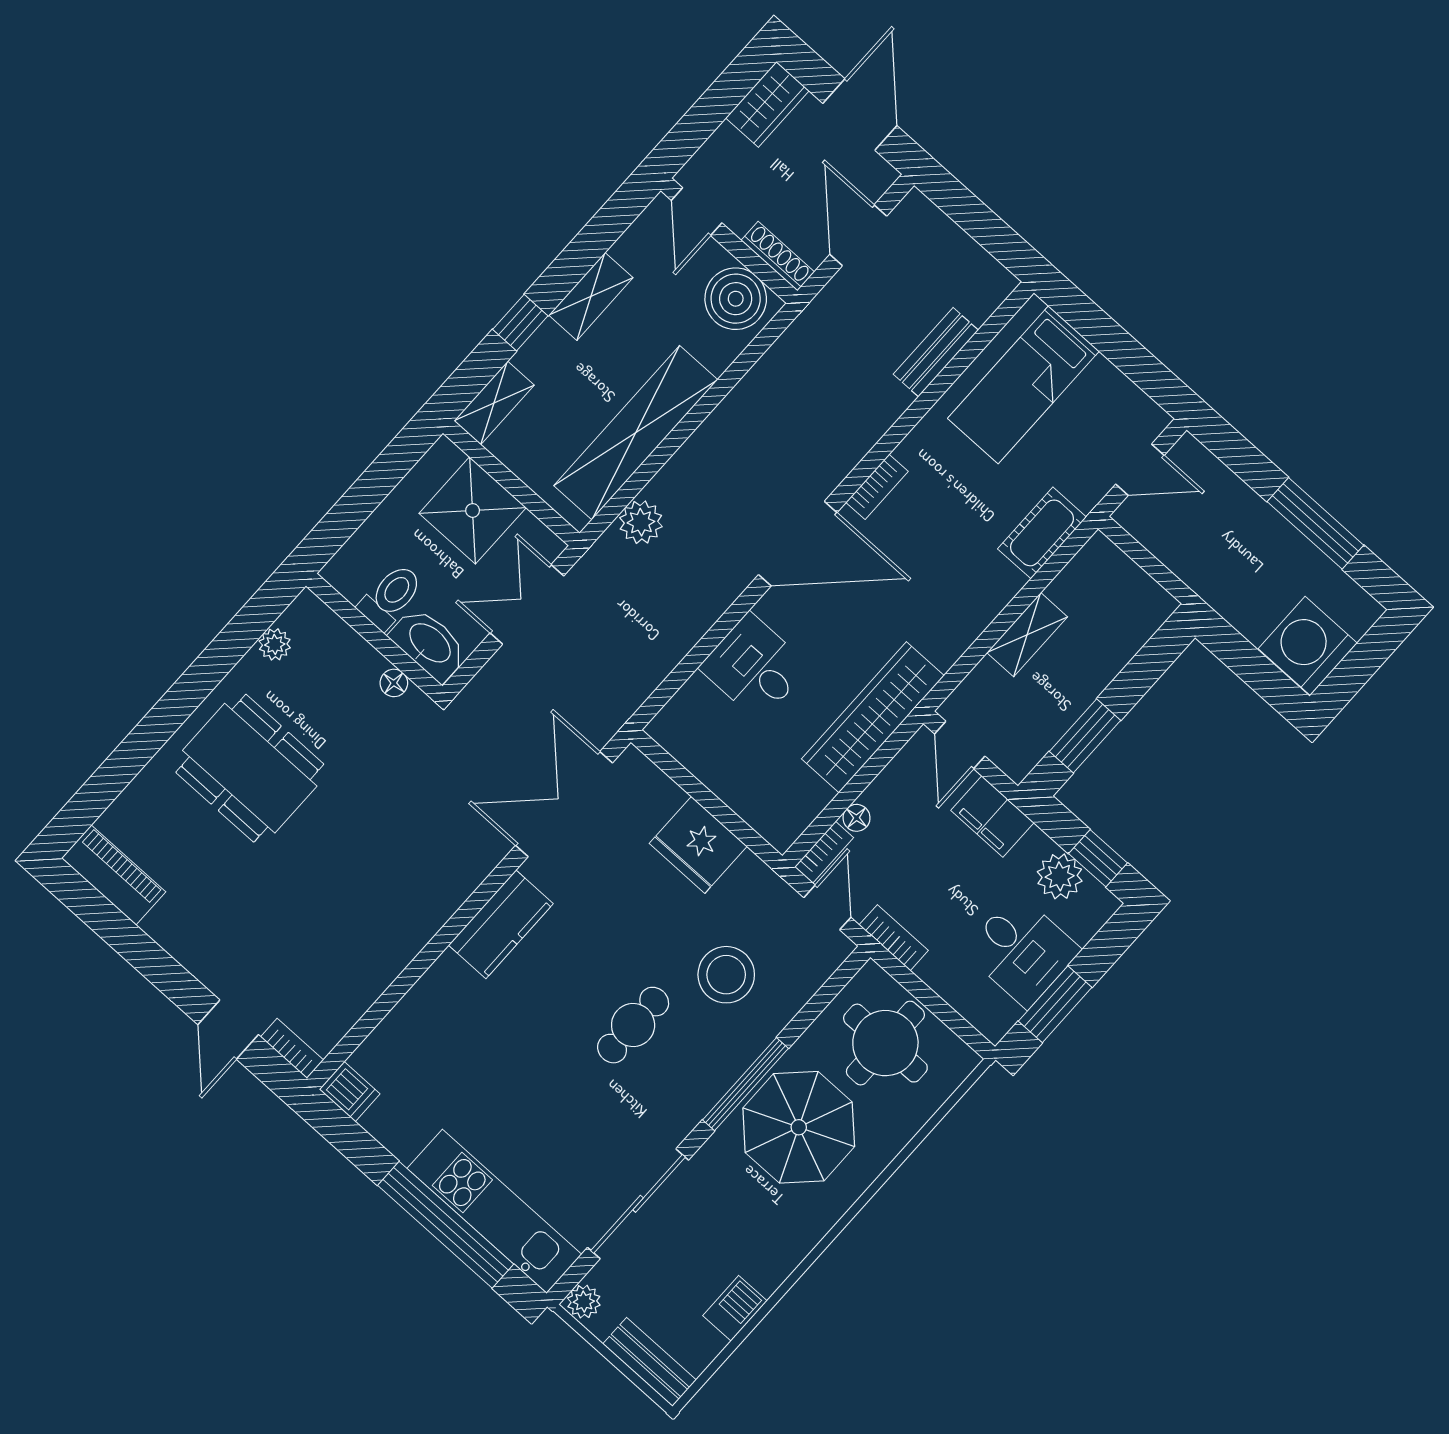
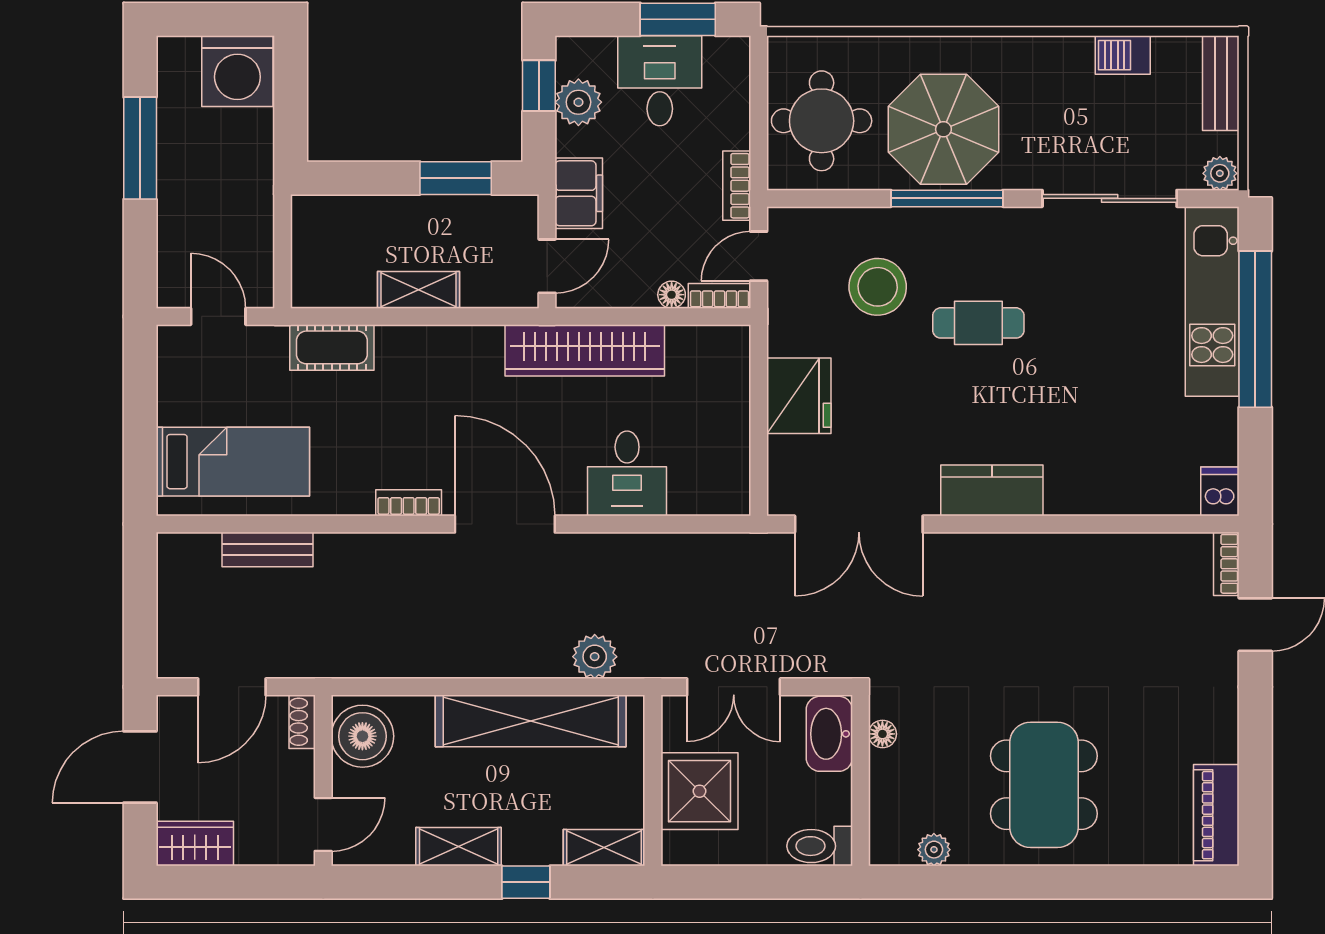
shoe rack: (778, 256) -> (302, 722), width x0.70
toilet: (391, 597) -> (820, 846), moved

